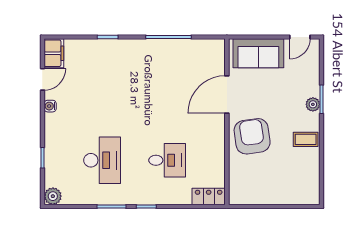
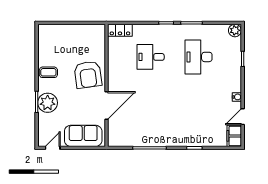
plant: (313, 104) -> (48, 103), width x1.88, depth x1.88

